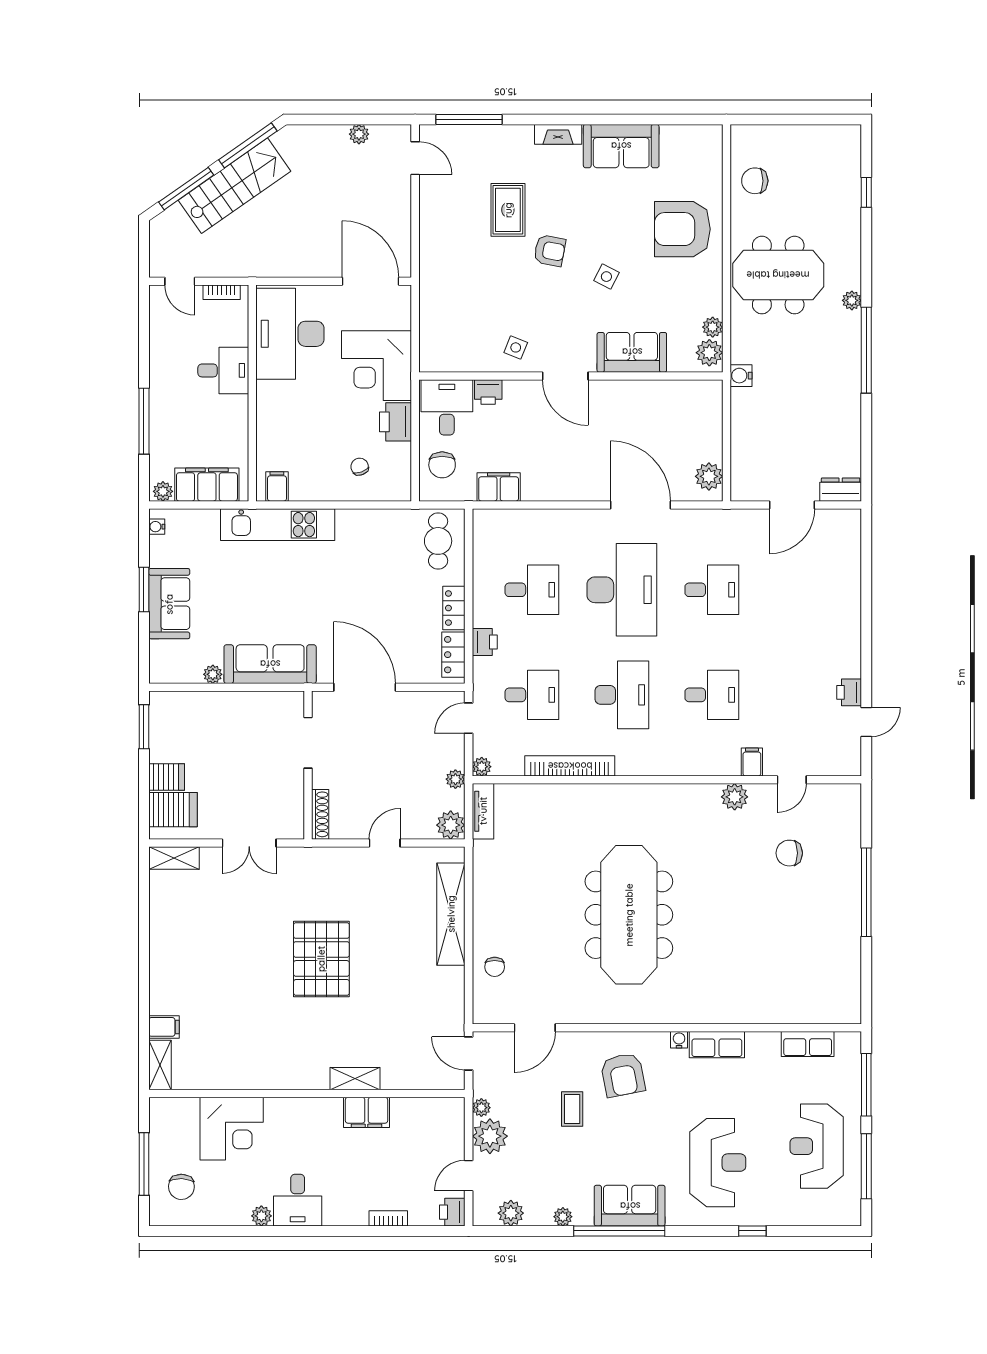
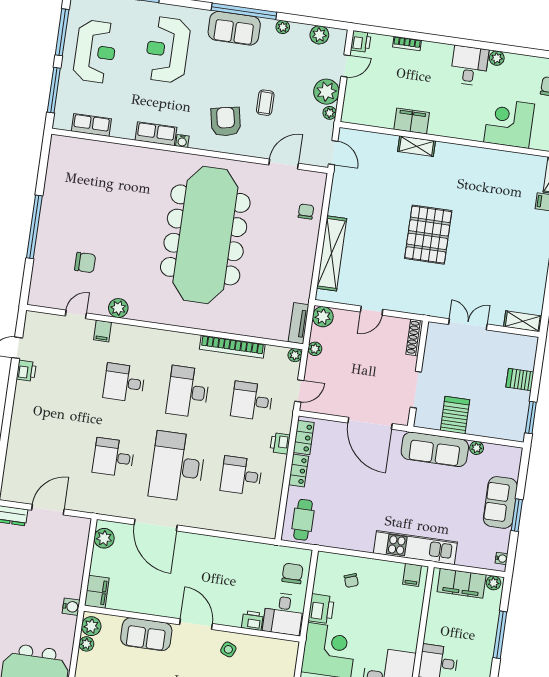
filing cabinet: (499, 487) -> (97, 592), moved, turned -90
server rack: (173, 810) -> (455, 415), moved, turned 90
meeting table: (629, 915) -> (205, 235), width x1.36, depth x1.27

